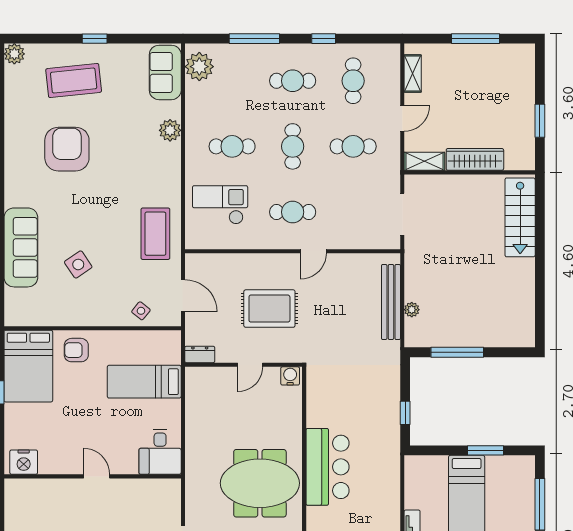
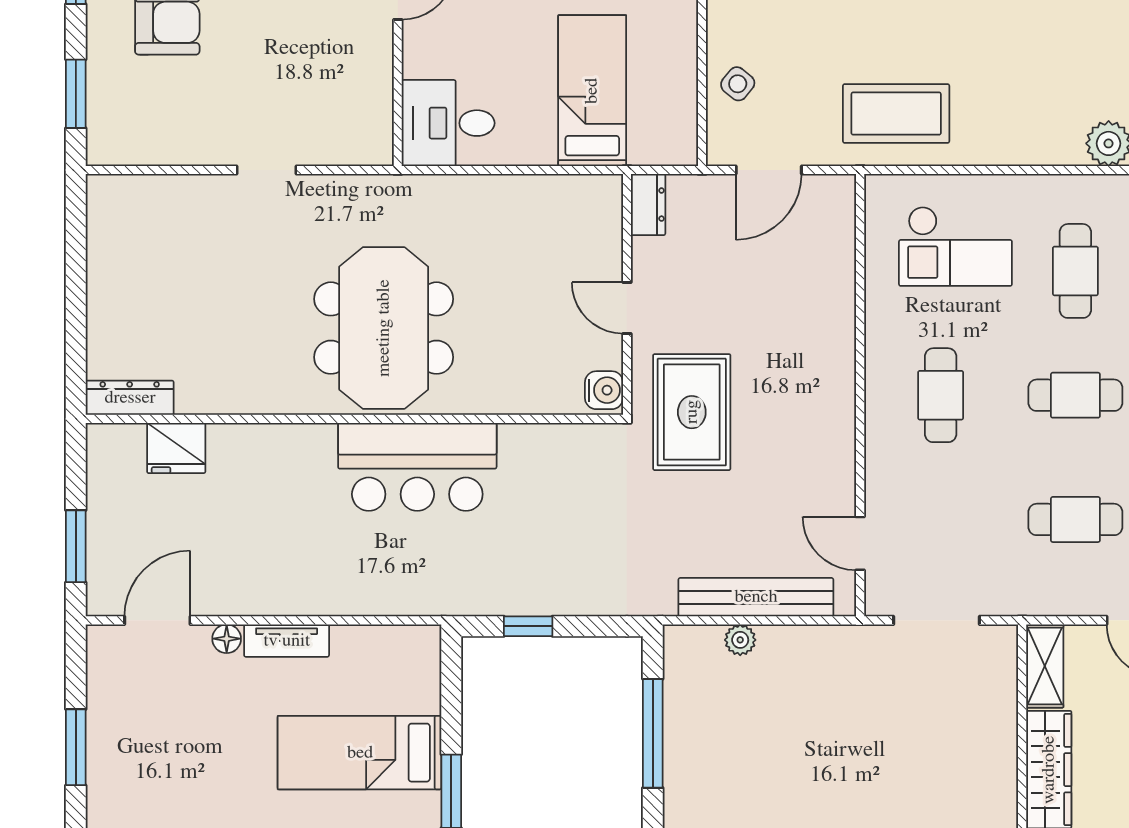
cafe table: (353, 146) -> (1075, 519), turned 90
checkout: (220, 205) -> (955, 246), turned 90
door: (313, 251) -> (860, 543), moved
rug: (269, 309) -> (692, 412), moved

